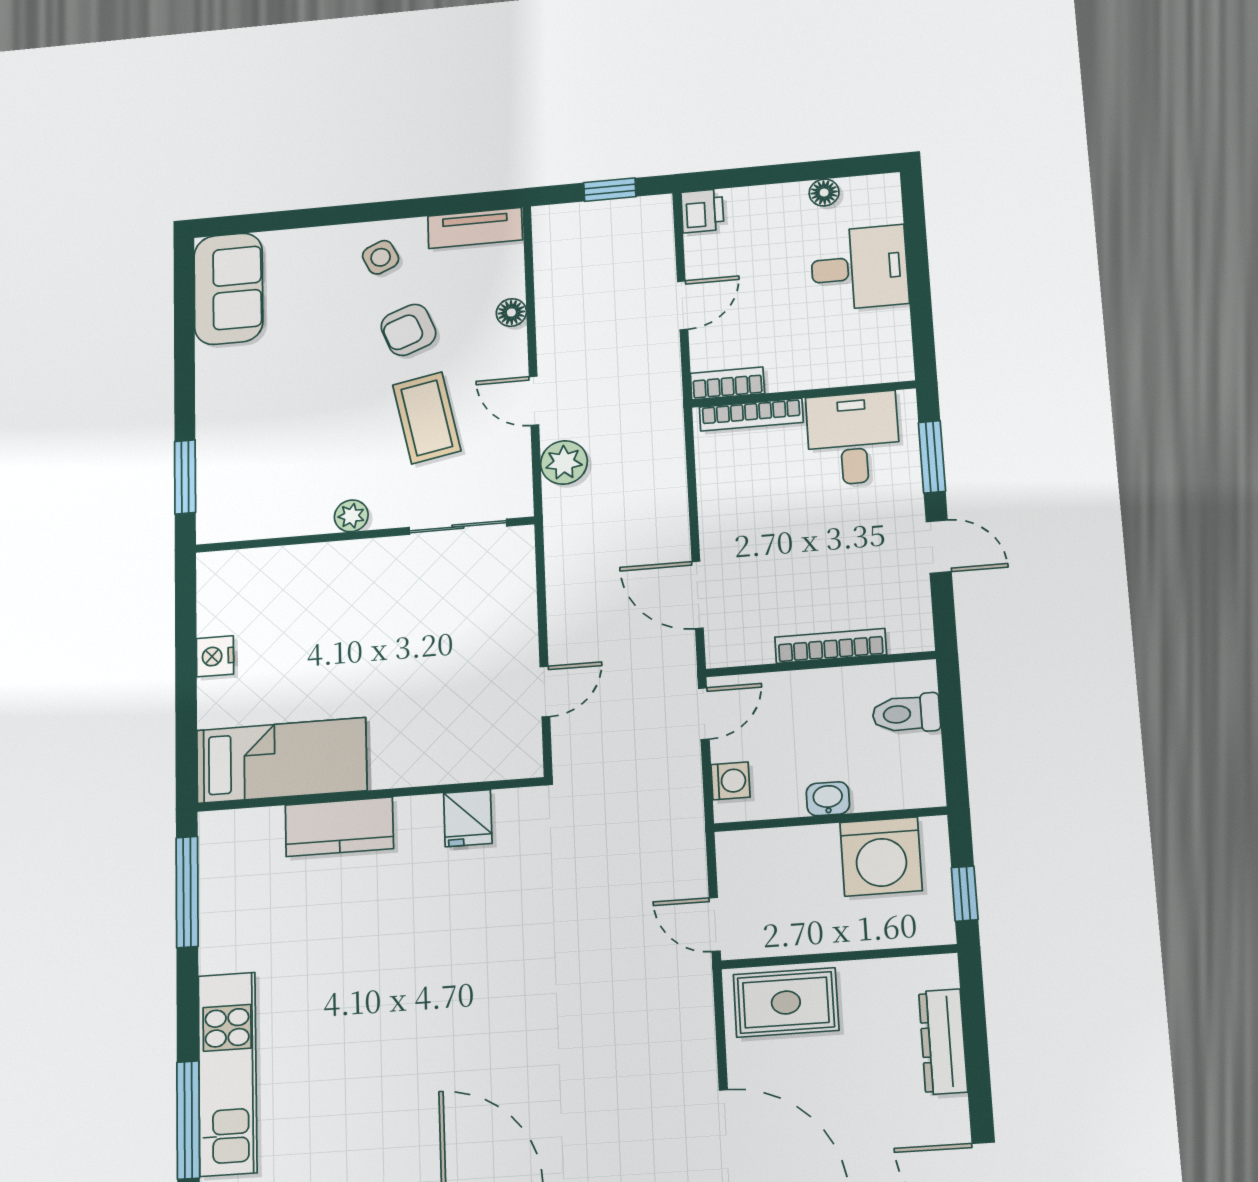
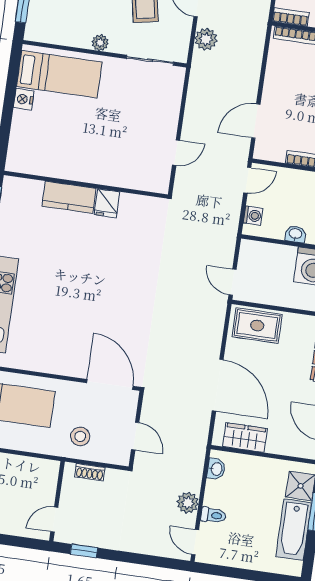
door: (698, 595) -> (256, 121), hinge flipped
bed: (282, 760) -> (59, 74), moved
fridge: (468, 818) -> (107, 203), moved

